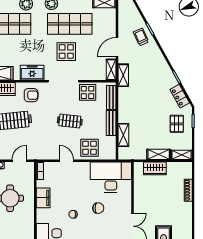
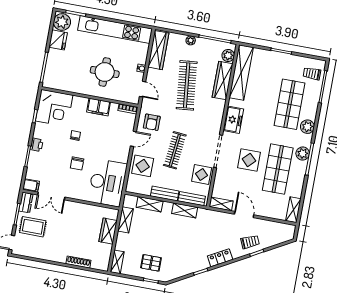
shelving: (123, 75) -> (185, 210), moved
armchair: (31, 95) -> (152, 122), moved
locker: (180, 96) -> (220, 258), moved
clothes rail: (70, 121) -> (175, 150), width x1.36
shelving: (159, 154) -> (125, 220), moved

